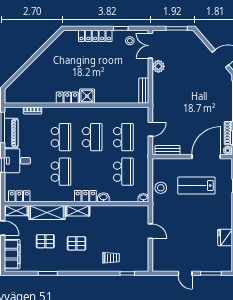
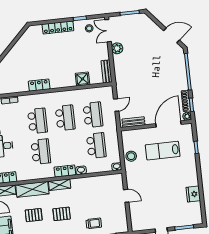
shower: (87, 96) -> (82, 79), moved

